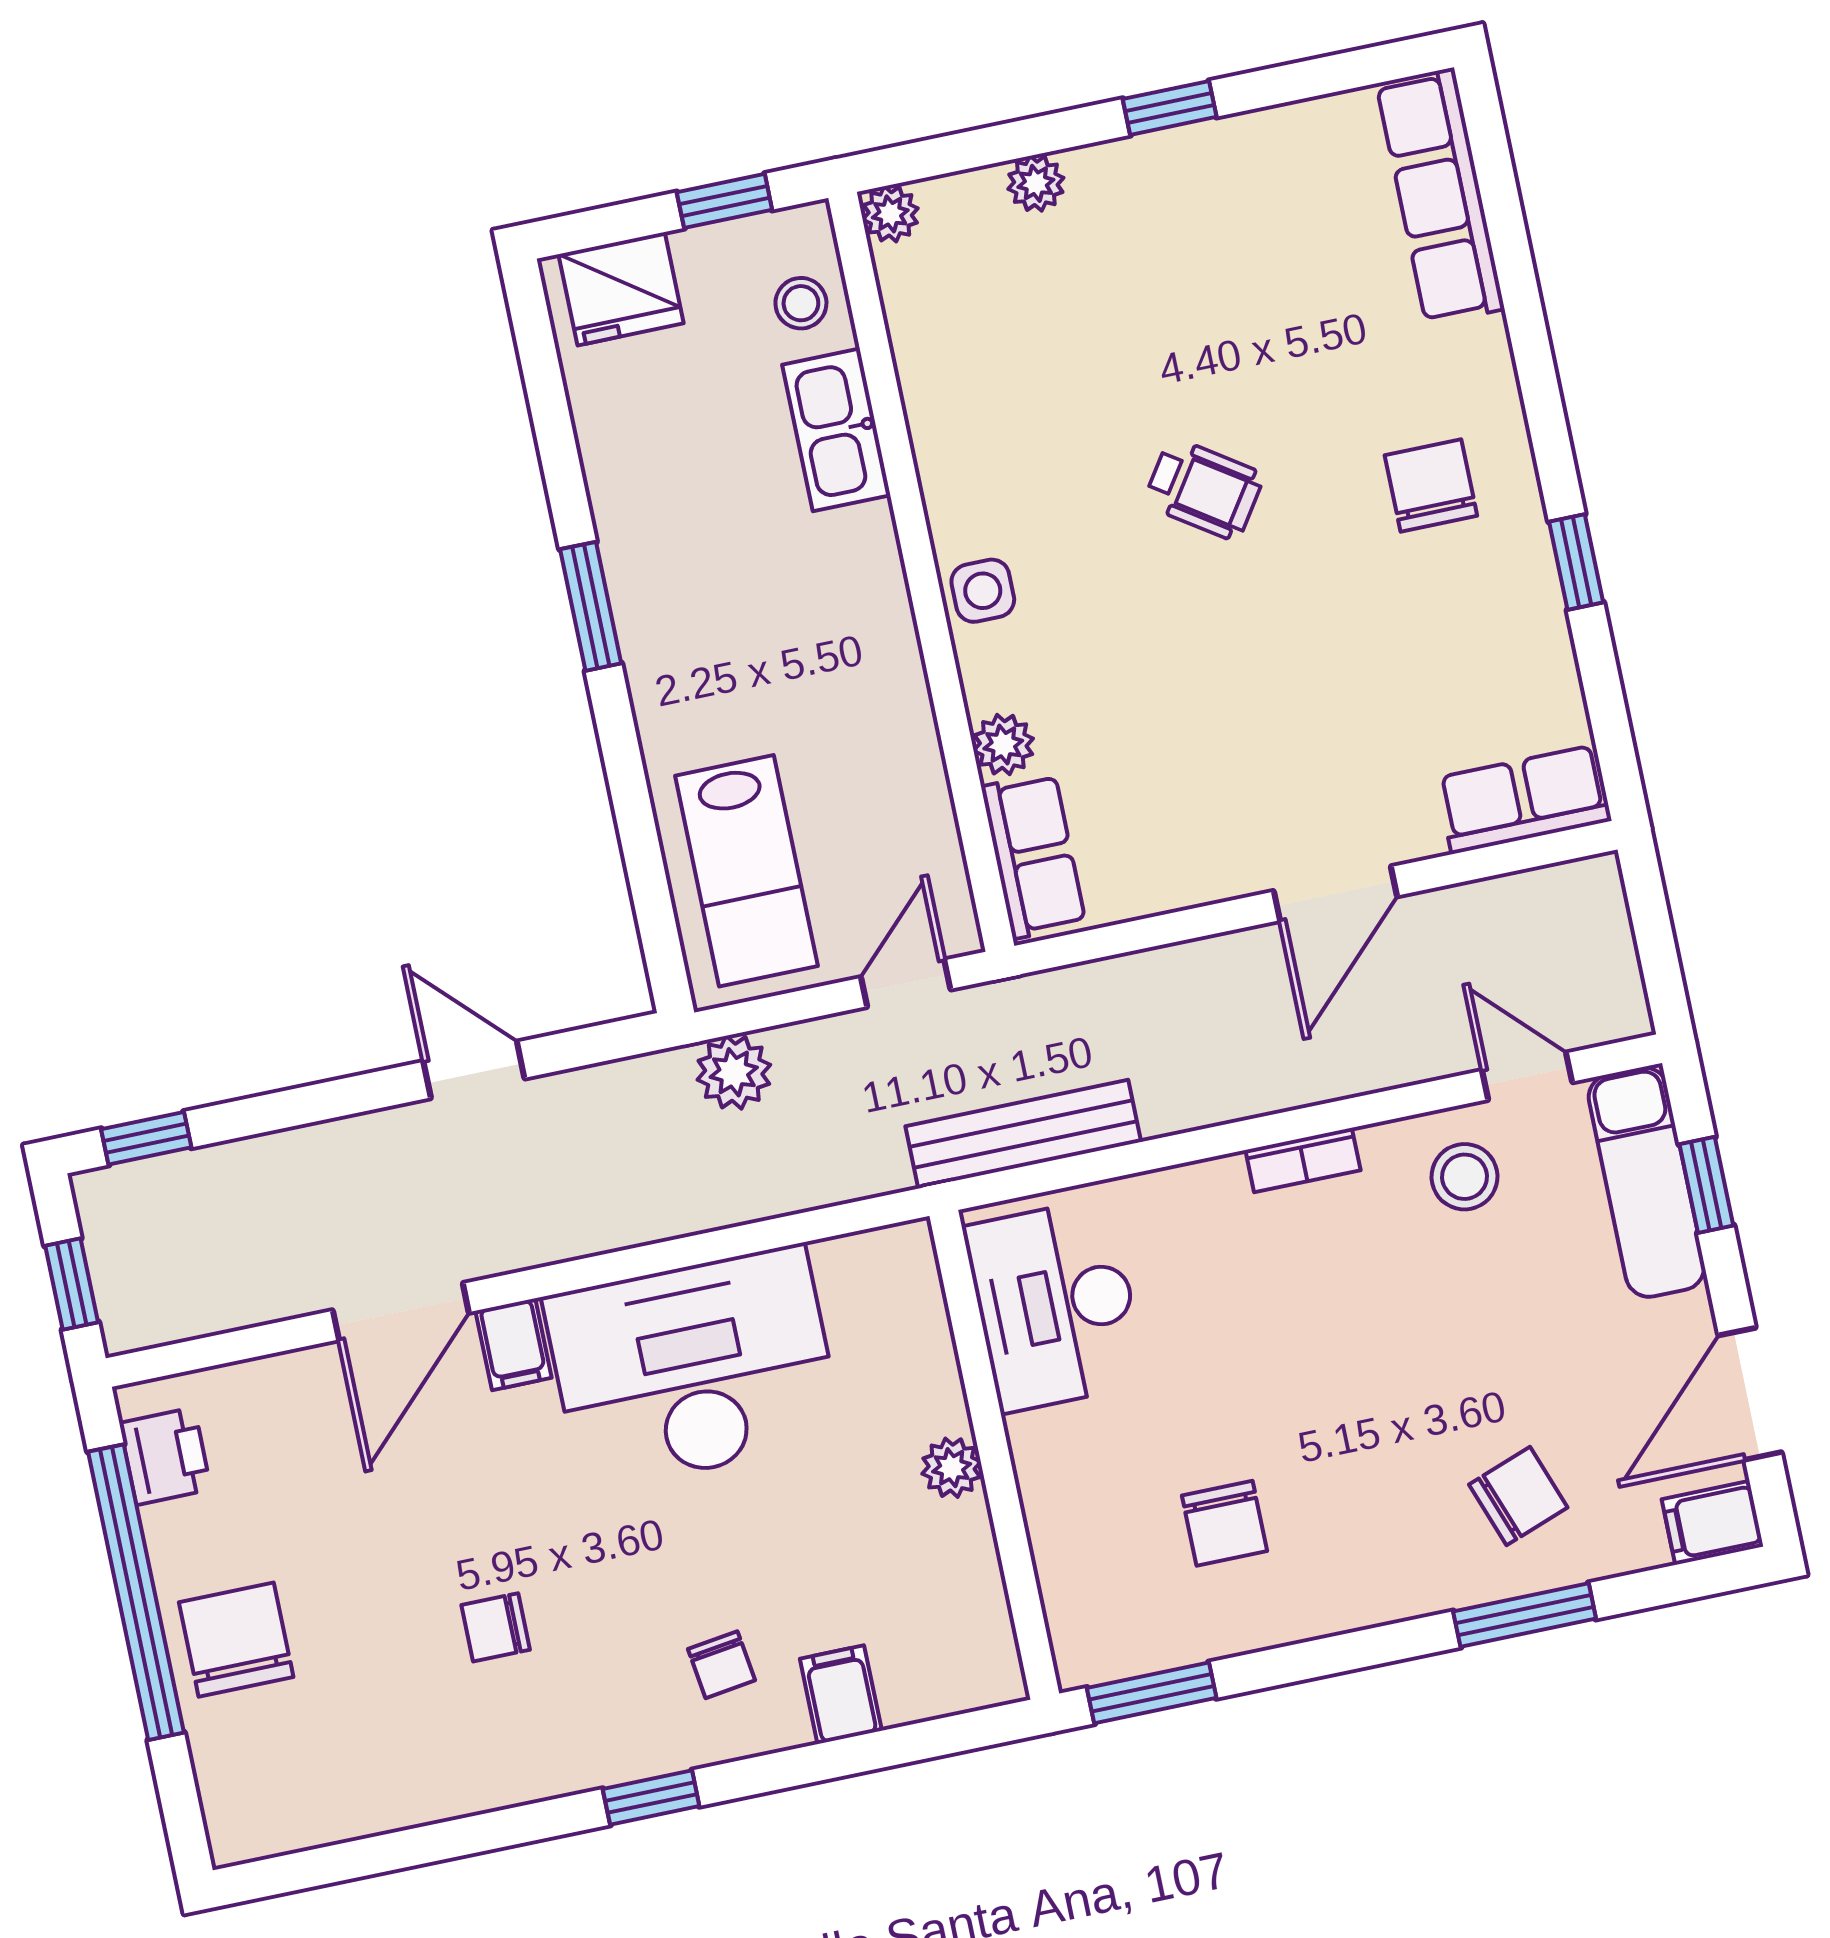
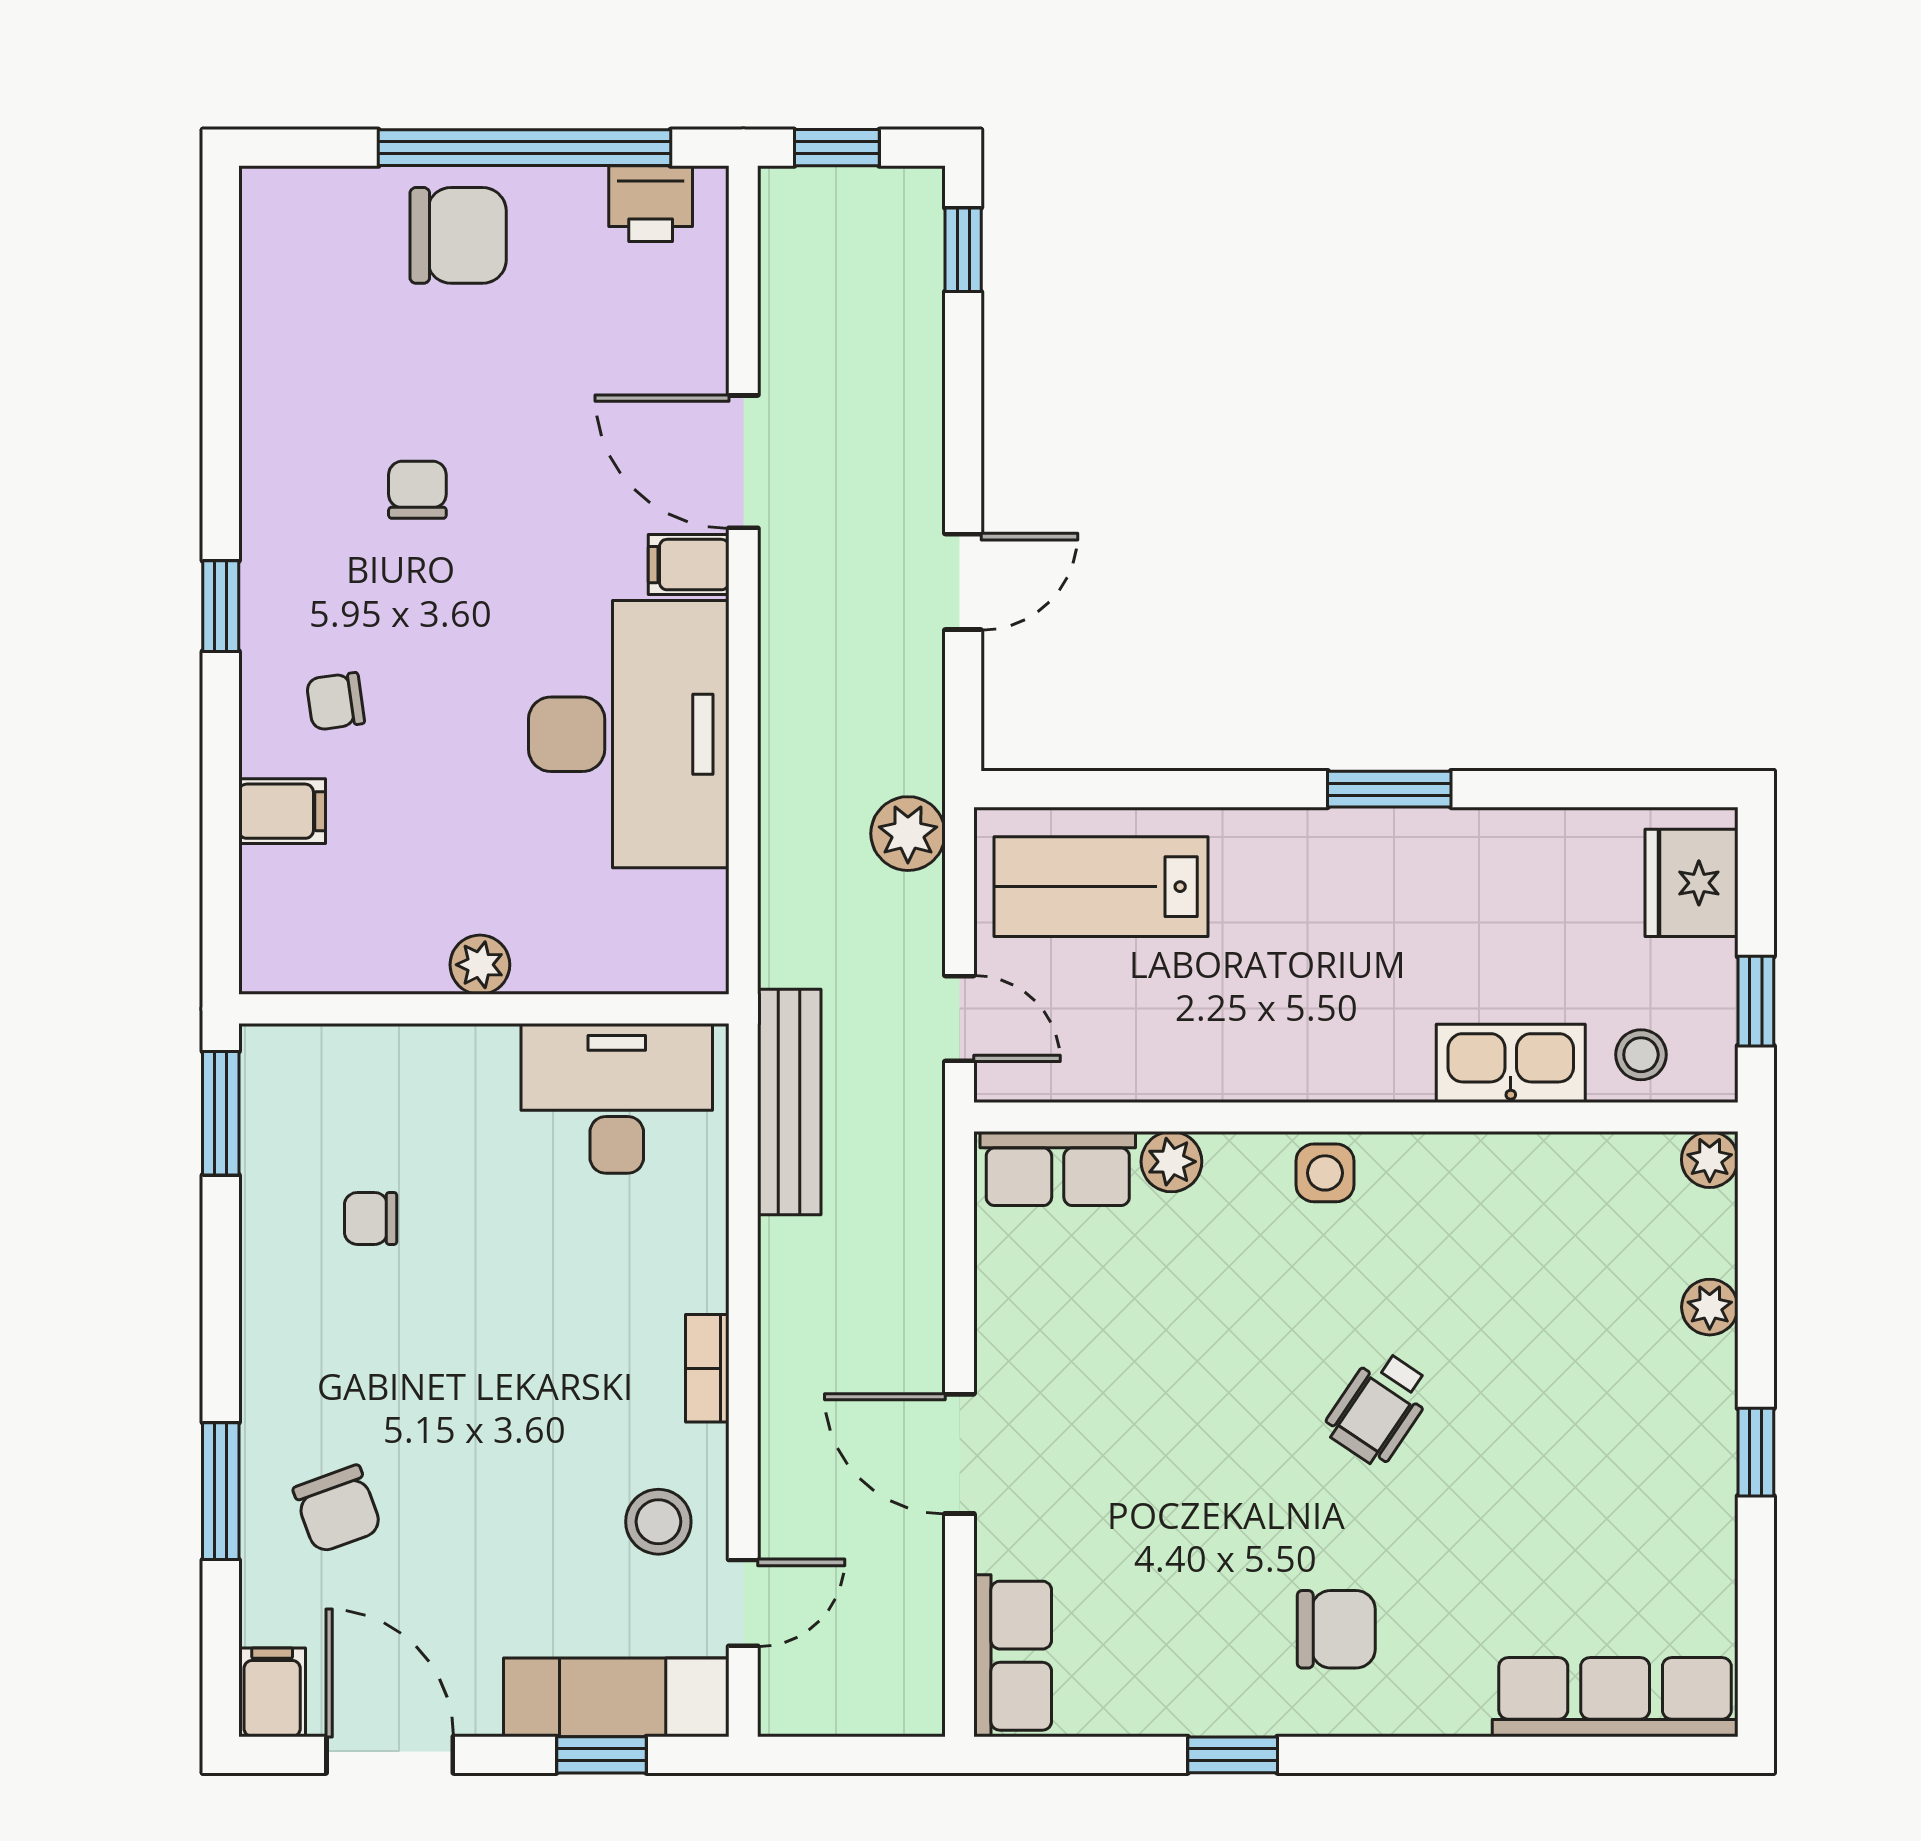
chair: (1225, 1523) -> (371, 1218), width x0.73, depth x0.73

